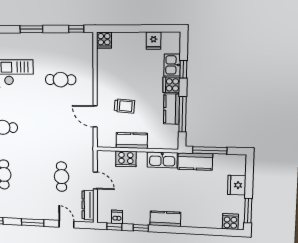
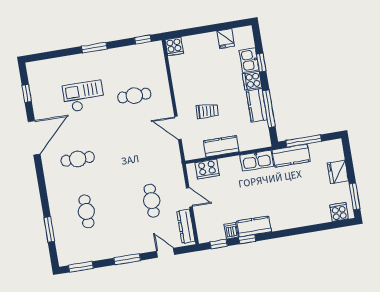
cooker: (126, 159) -> (207, 169), moved
dishwasher: (117, 217) -> (231, 231), moved
kitchen counter: (165, 219) -> (254, 226), moved

